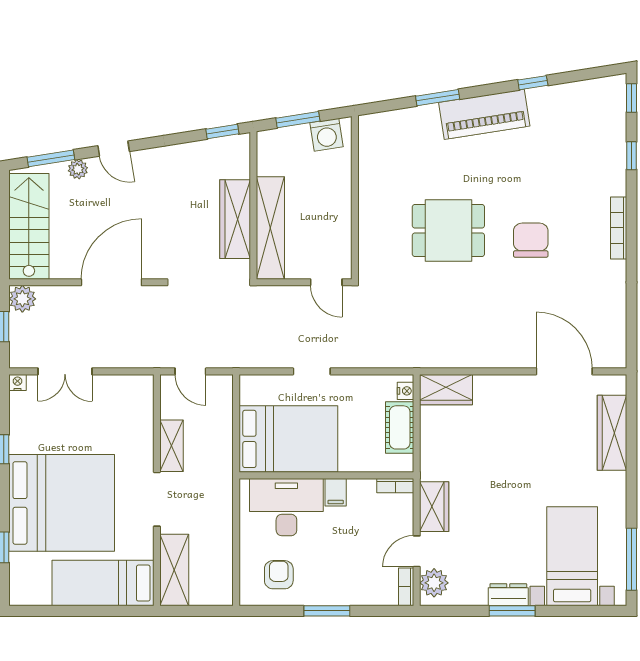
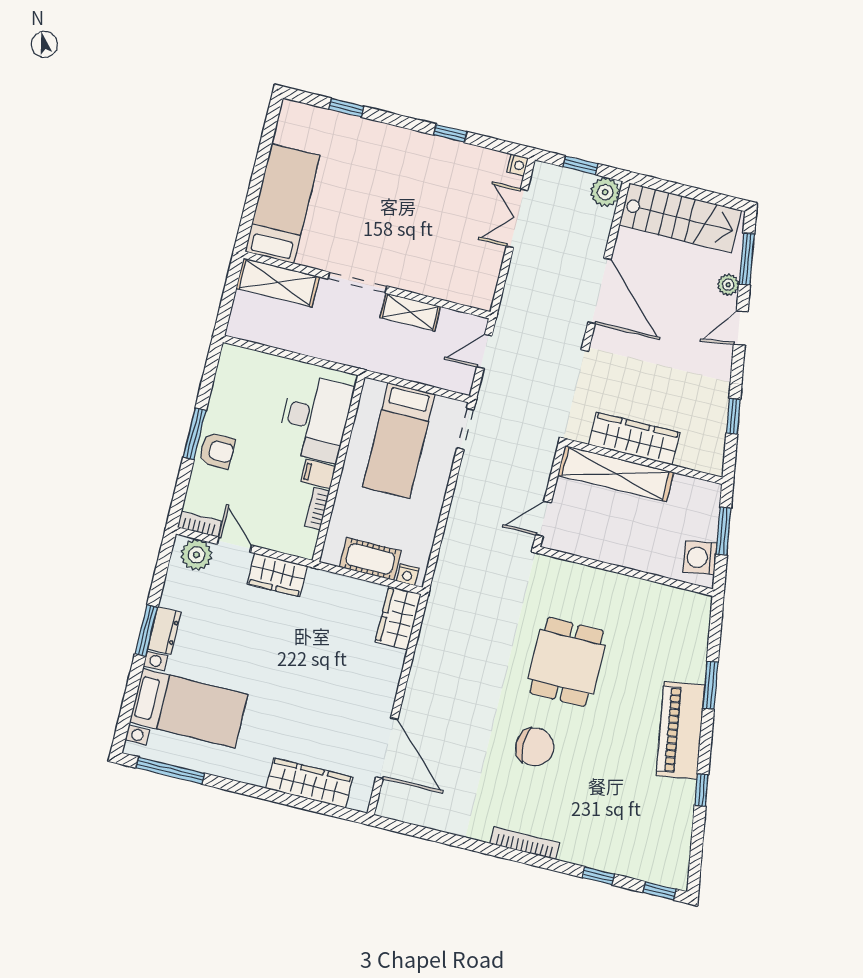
window: (222, 131) -> (733, 416), moved
doorway: (312, 371) -> (465, 429), moved
door: (564, 371) -> (387, 748), hinge flipped
bed: (288, 439) -> (399, 441), width x0.67
bookcase: (395, 486) -> (317, 509), moved
bed: (62, 503) -> (378, 180), removed
armchair: (279, 575) -> (217, 451), moved

